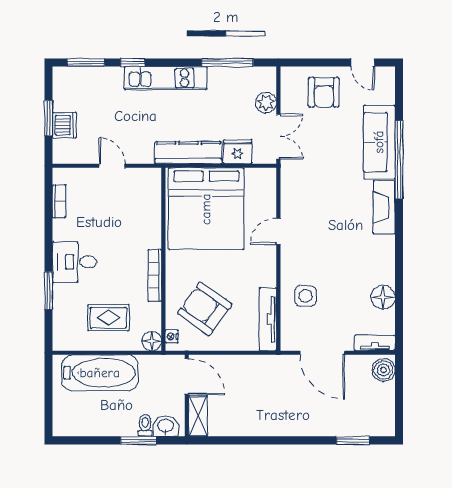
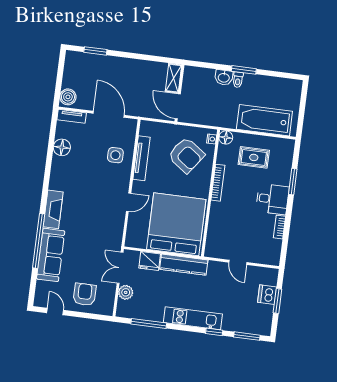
bookcase: (59, 201) -> (280, 227), moved
tv unit: (268, 319) -> (142, 158), moved
door: (187, 377) -> (178, 106), moved
wall: (187, 396) -> (179, 93), moved
shelving: (198, 416) -> (174, 78), moved

